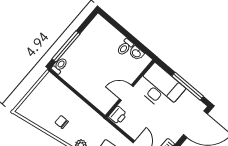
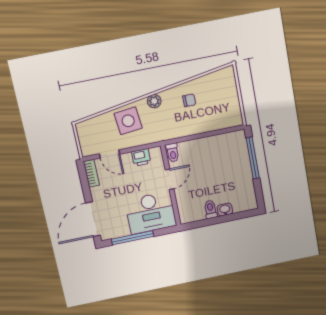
washbasin: (136, 53) -> (225, 210), moved
toilet: (60, 66) -> (173, 153), moved
printer: (118, 115) -> (141, 157), moved, turned -90

